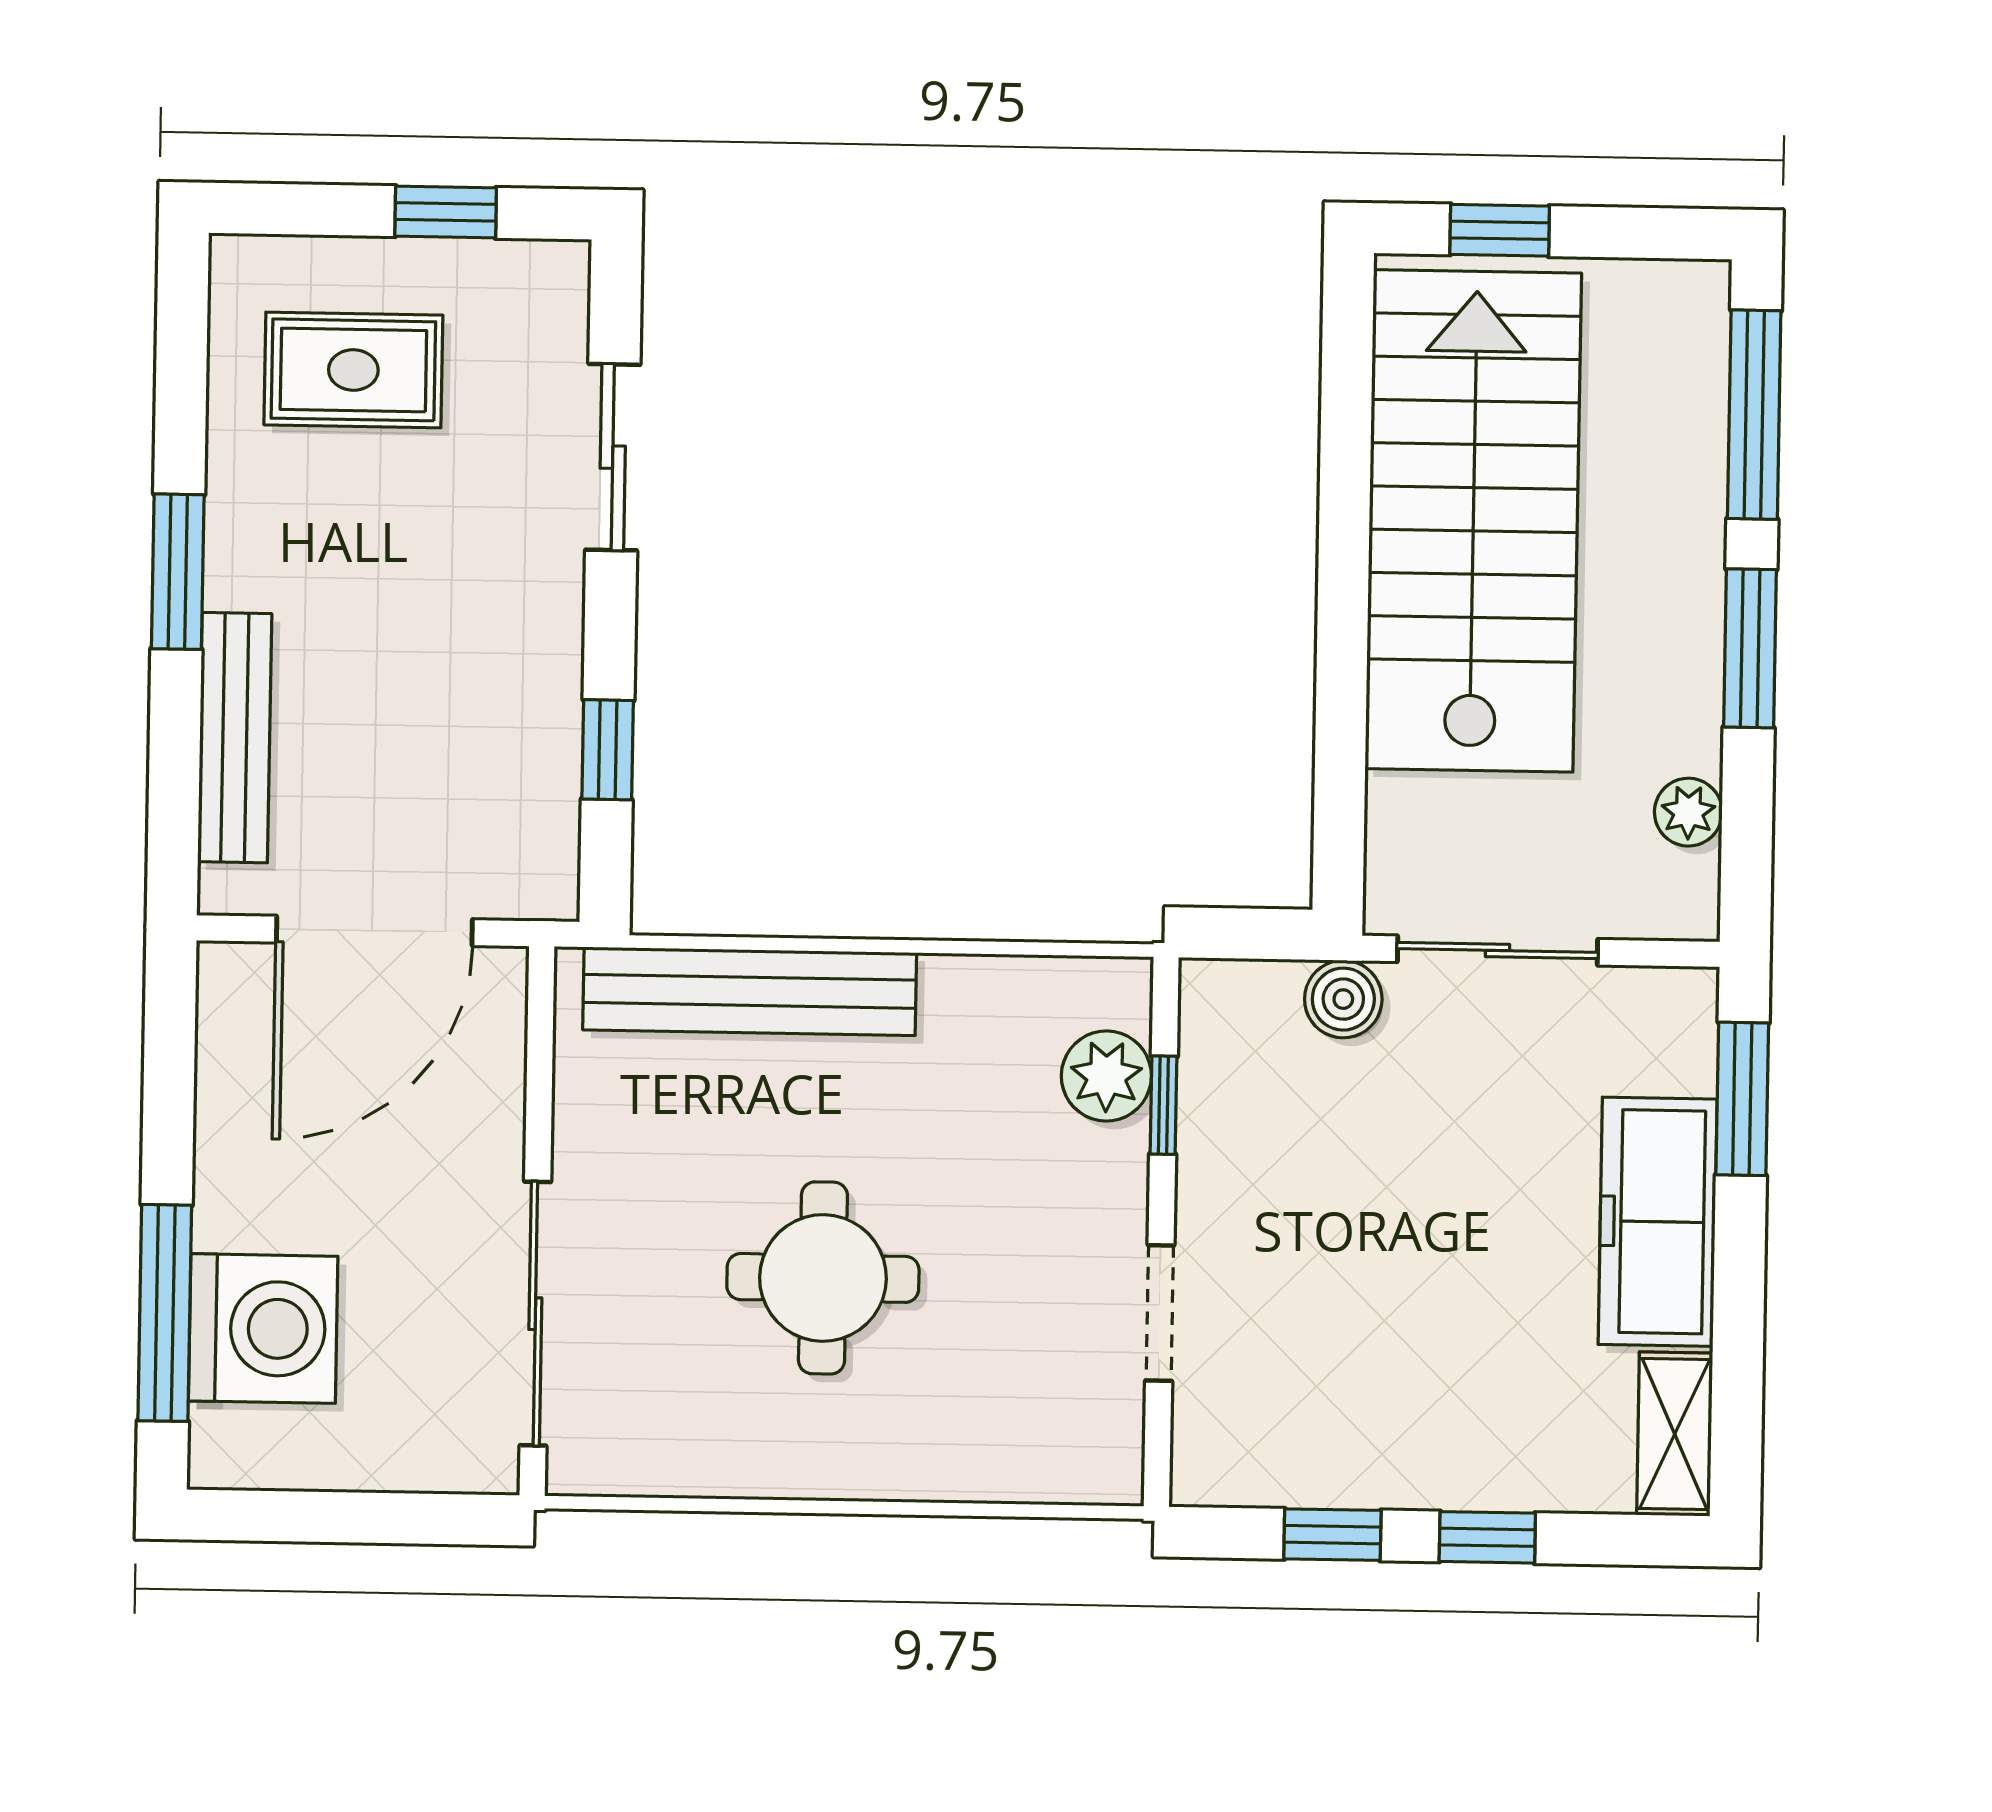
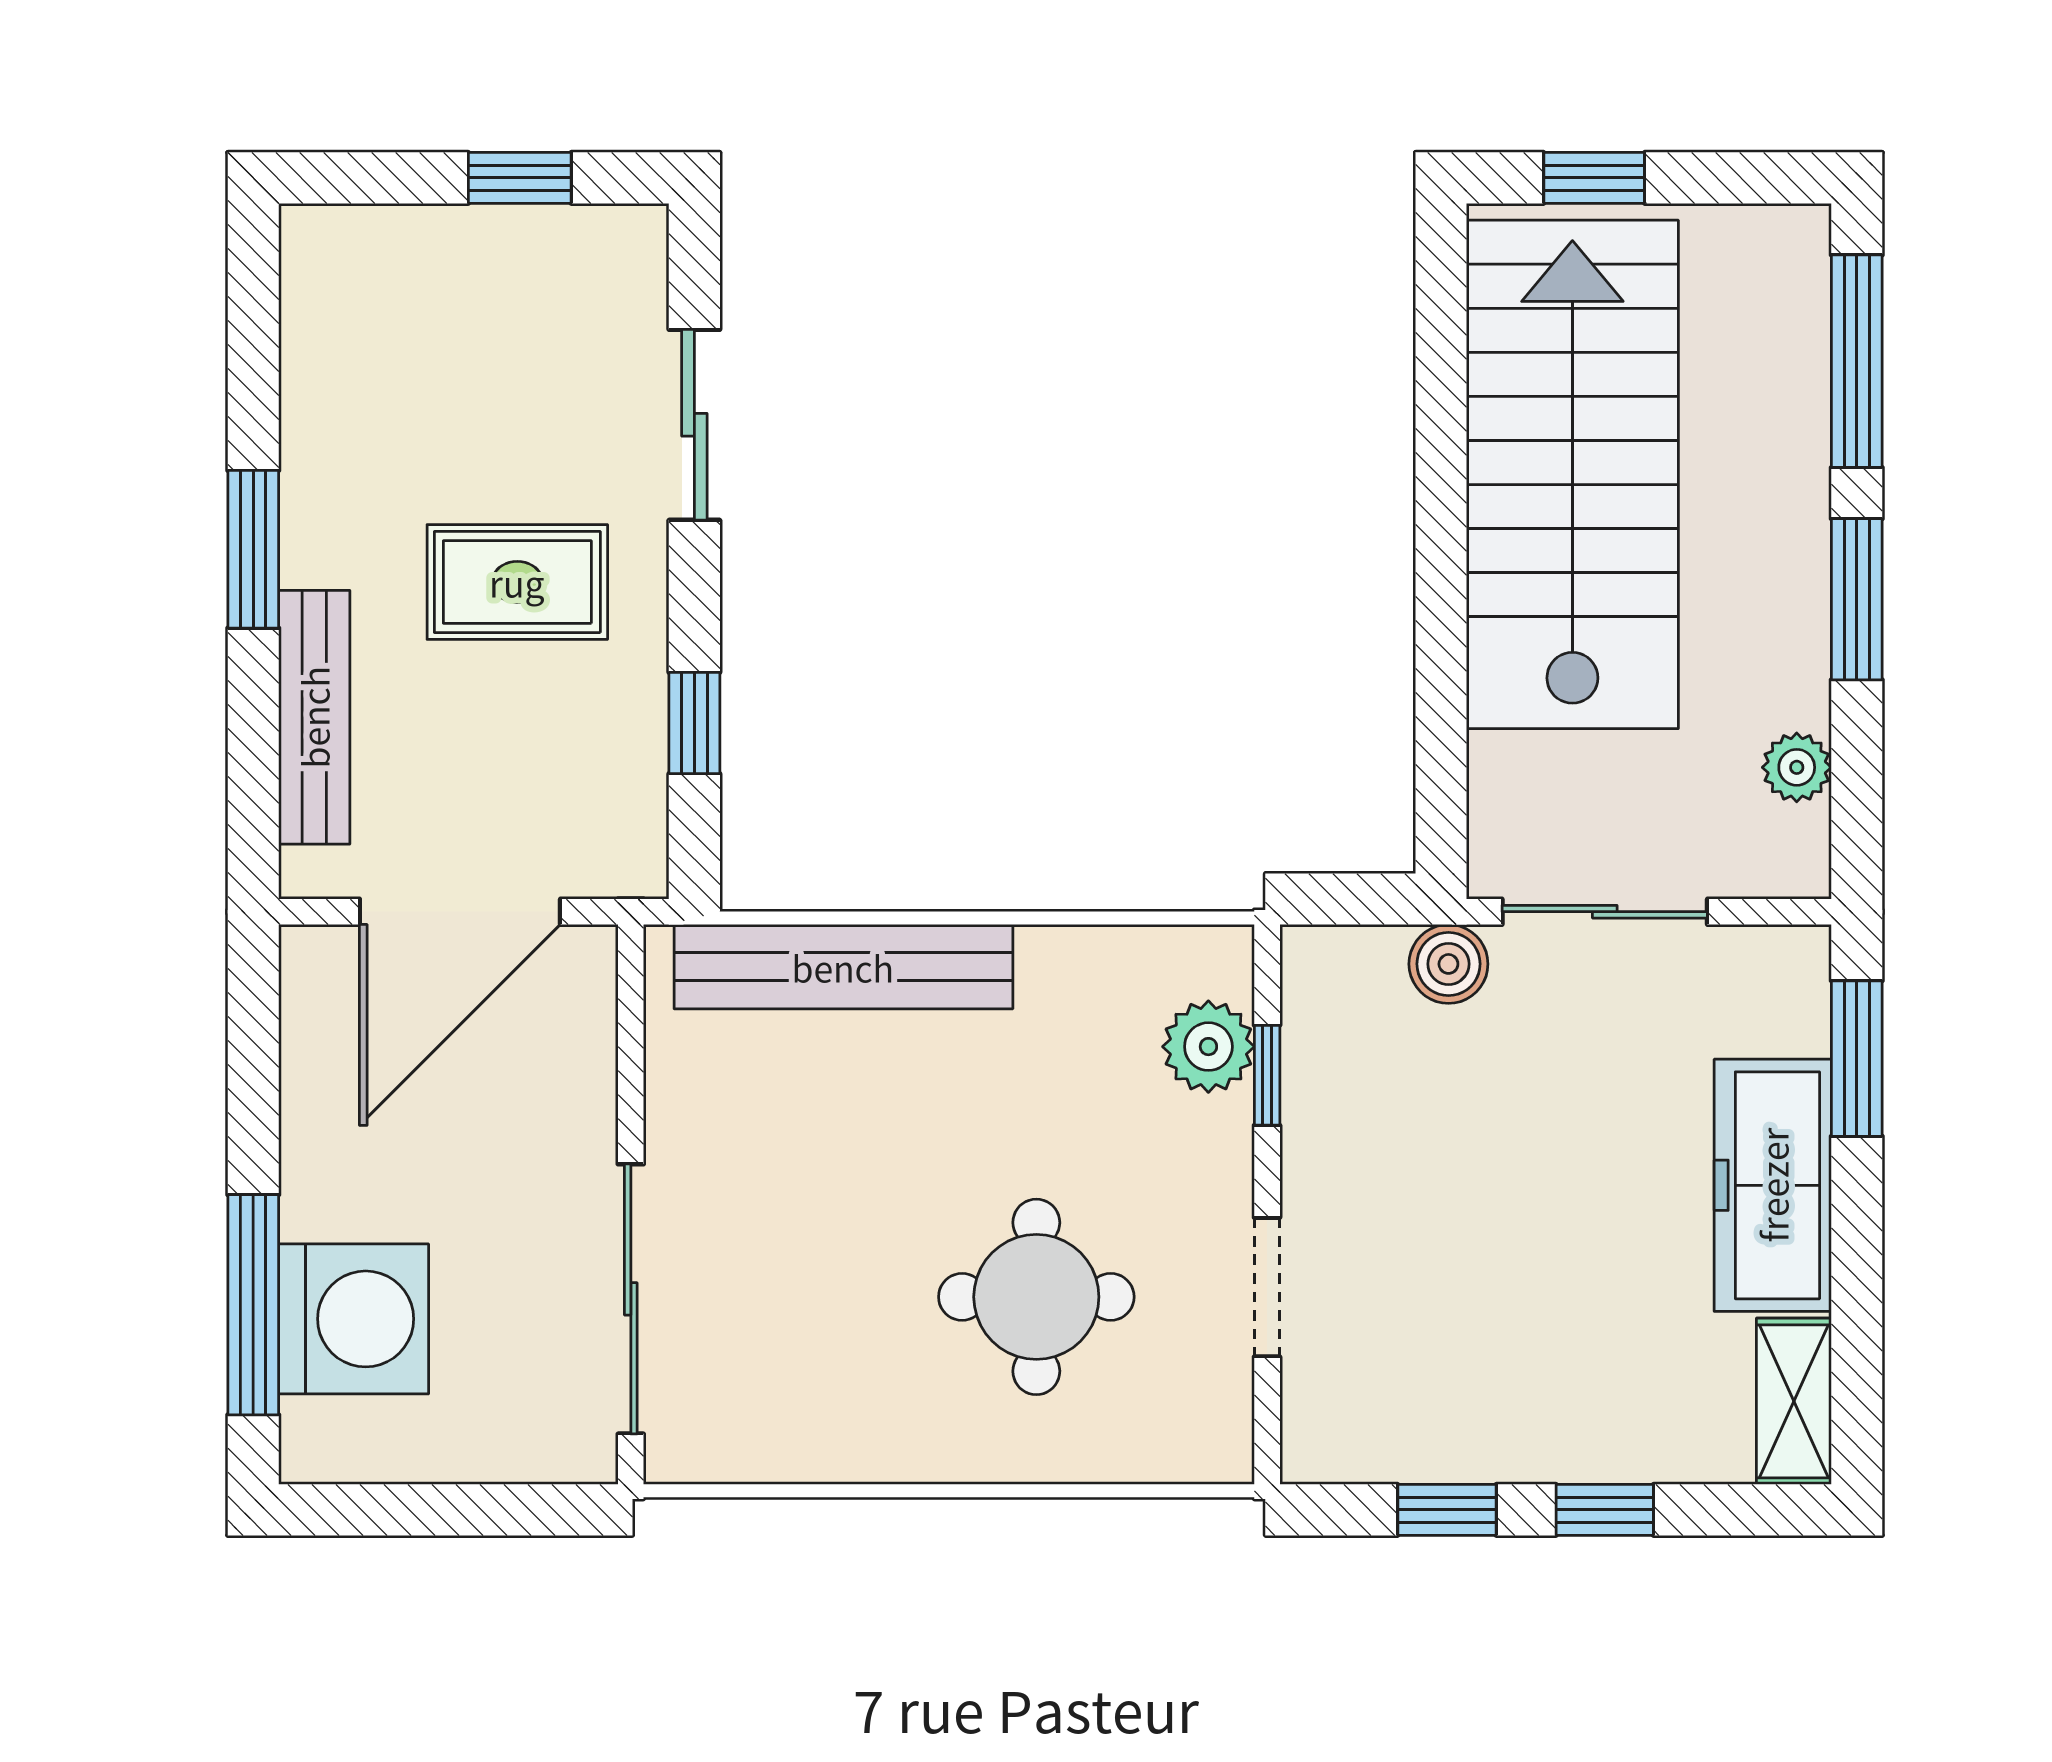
rug: (353, 370) -> (517, 582), moved
round table: (823, 1278) -> (1036, 1297), moved

